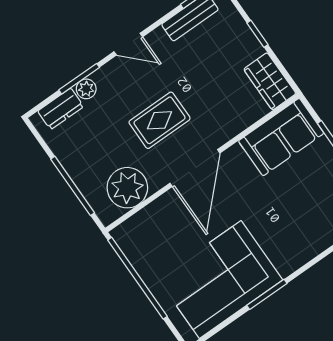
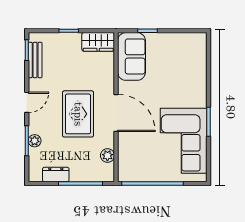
dresser: (61, 109) -> (56, 175), moved, turned -90
rug: (160, 120) -> (78, 114), width x1.36, depth x1.43
plant: (127, 188) -> (107, 156), width x0.53, depth x0.53

